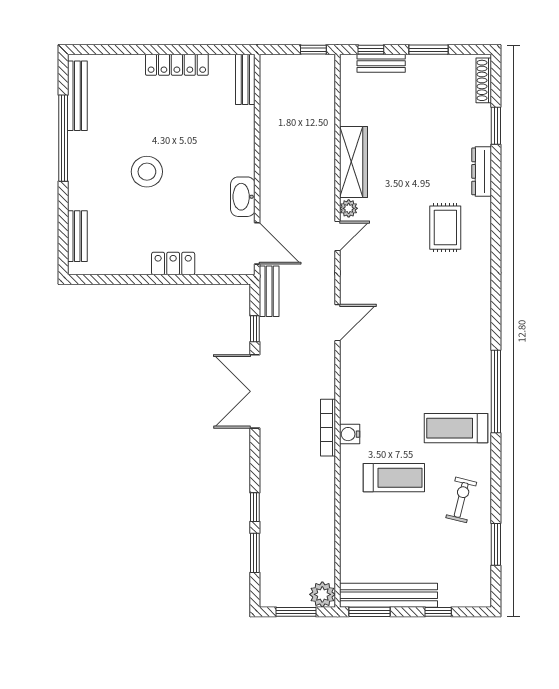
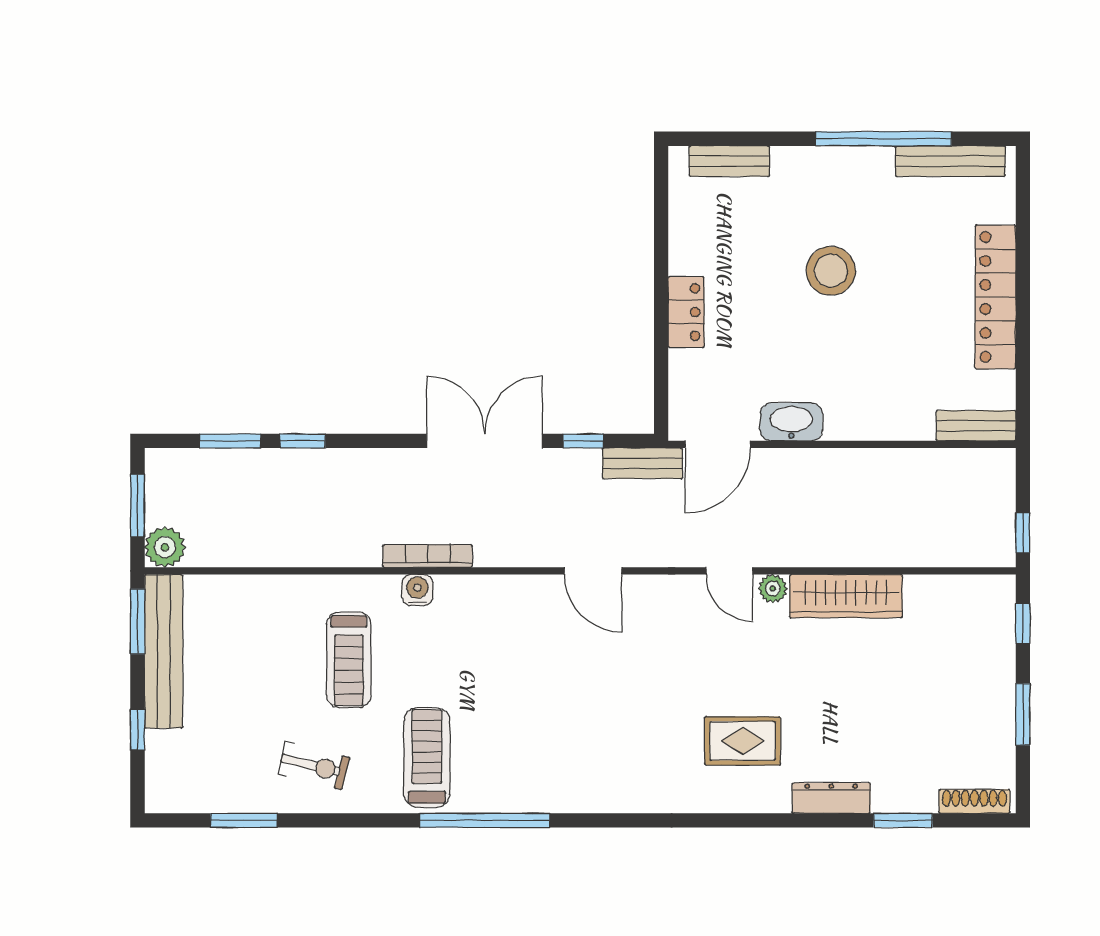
bench: (381, 63) -> (1001, 640), removed
locker: (177, 65) -> (996, 297), width x1.41, depth x1.21

